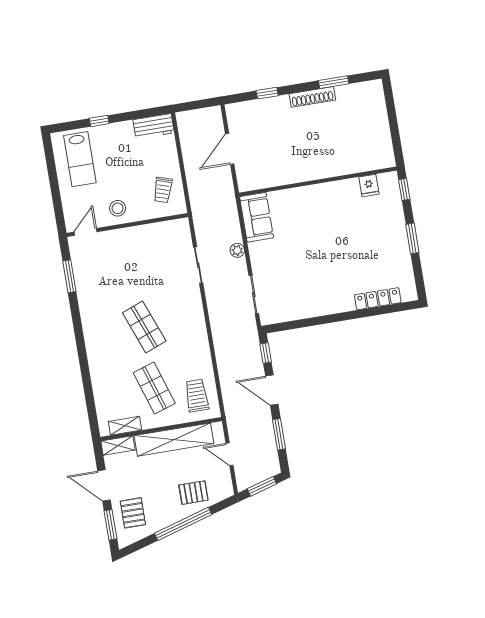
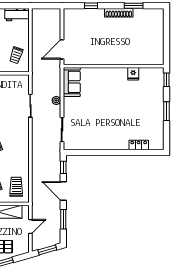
door: (230, 149) -> (62, 49), moved
fridge: (369, 186) -> (133, 74), moved
locker: (378, 299) -> (139, 145), width x0.66
door: (230, 454) -> (30, 227), swing flipped

